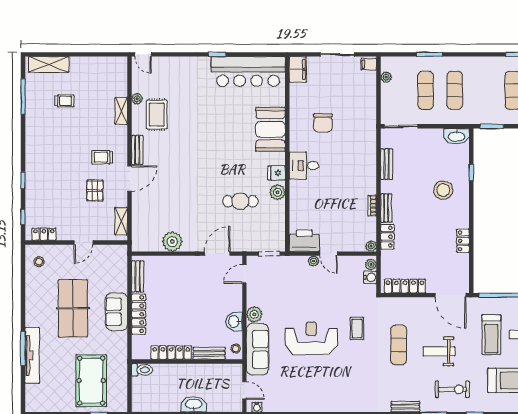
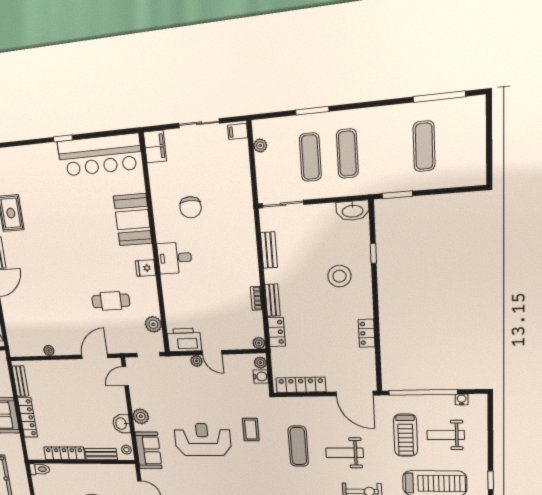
plant: (277, 192) -> (153, 324), moved
plant: (172, 242) -> (49, 350), width x0.53, depth x0.53
sofa: (257, 349) -> (148, 450), width x0.73

